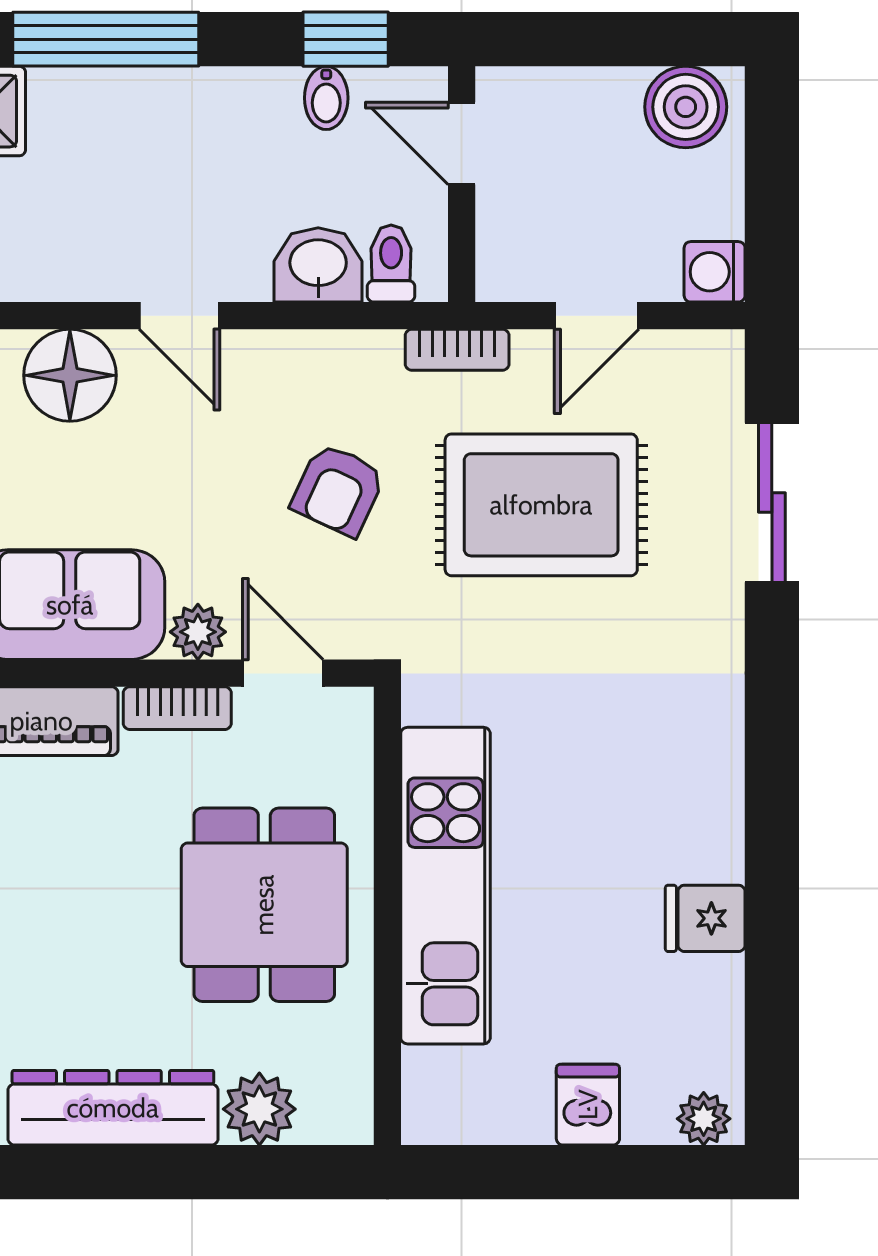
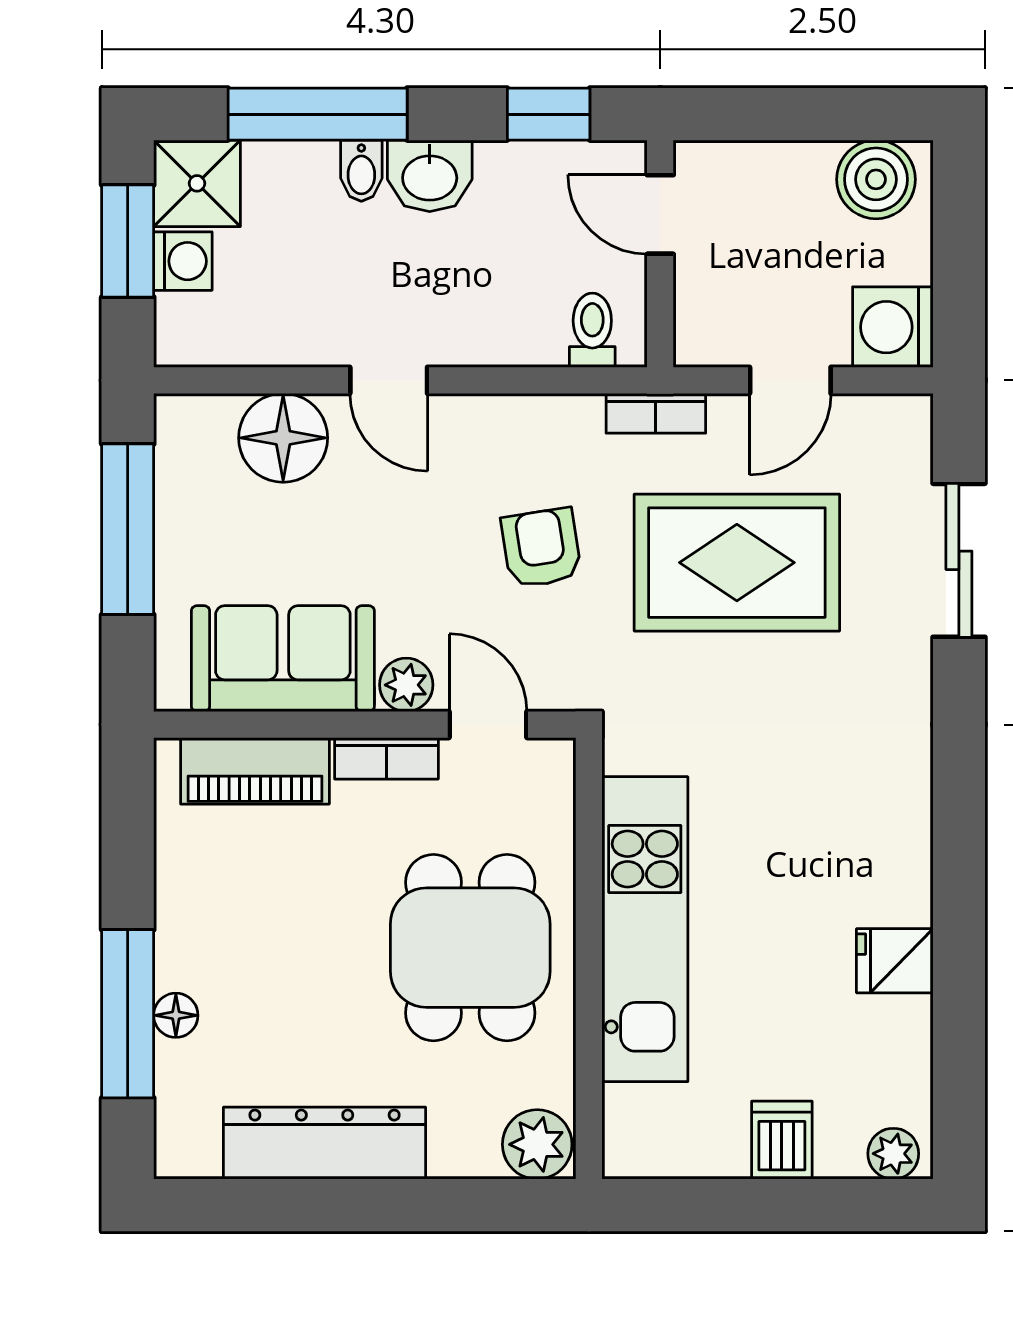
bidet: (326, 98) -> (361, 171), moved
washbasin: (318, 265) -> (430, 176), moved, turned 180
washing machine: (715, 272) -> (893, 327), width x1.38, depth x1.38
armchair: (338, 490) -> (541, 548), turned 146
plant: (259, 1109) -> (537, 1144), moved

